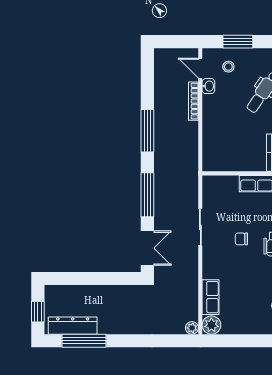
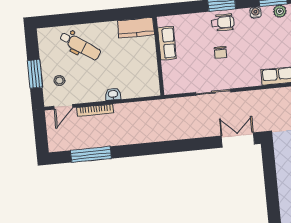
washbasin: (208, 86) -> (113, 94), moved
window: (147, 131) -> (91, 154), moved
window: (147, 195) -> (187, 145), removed

